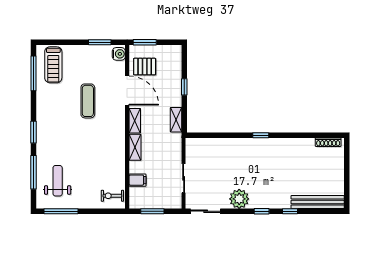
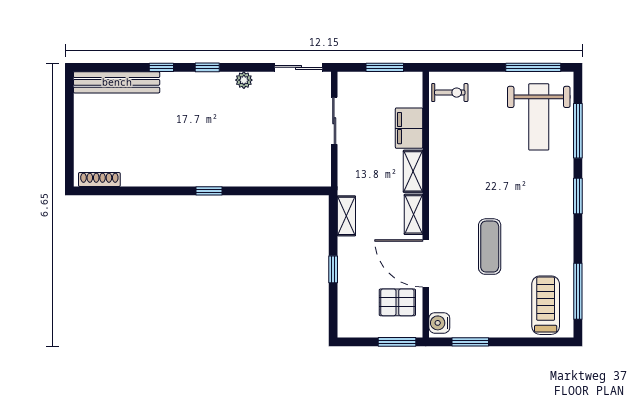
filing cabinet: (137, 180) -> (409, 128), width x2.00
weight bench: (58, 181) -> (539, 117), width x1.36, depth x1.33
plant: (239, 199) -> (244, 80), width x0.53, depth x0.53

